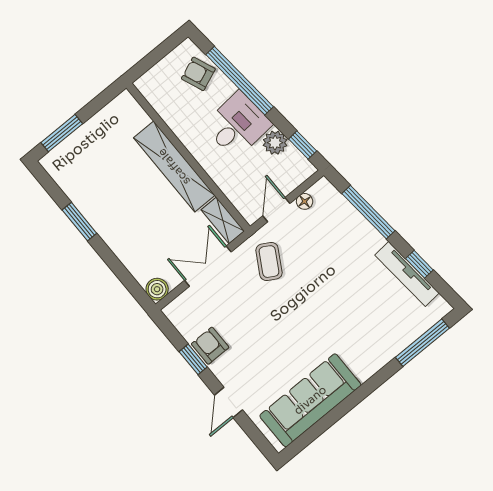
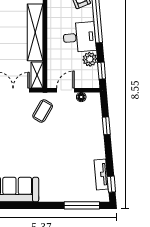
window: (368, 212) -> (106, 126), width x0.46
window: (419, 264) -> (111, 184), moved
tv unit: (407, 274) -> (101, 175), width x0.71

